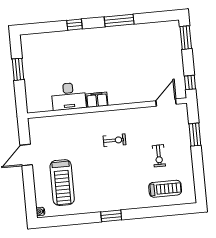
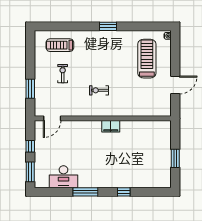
window: (190, 82) -> (30, 146), moved
desk: (69, 96) -> (63, 177), moved, turned 180

